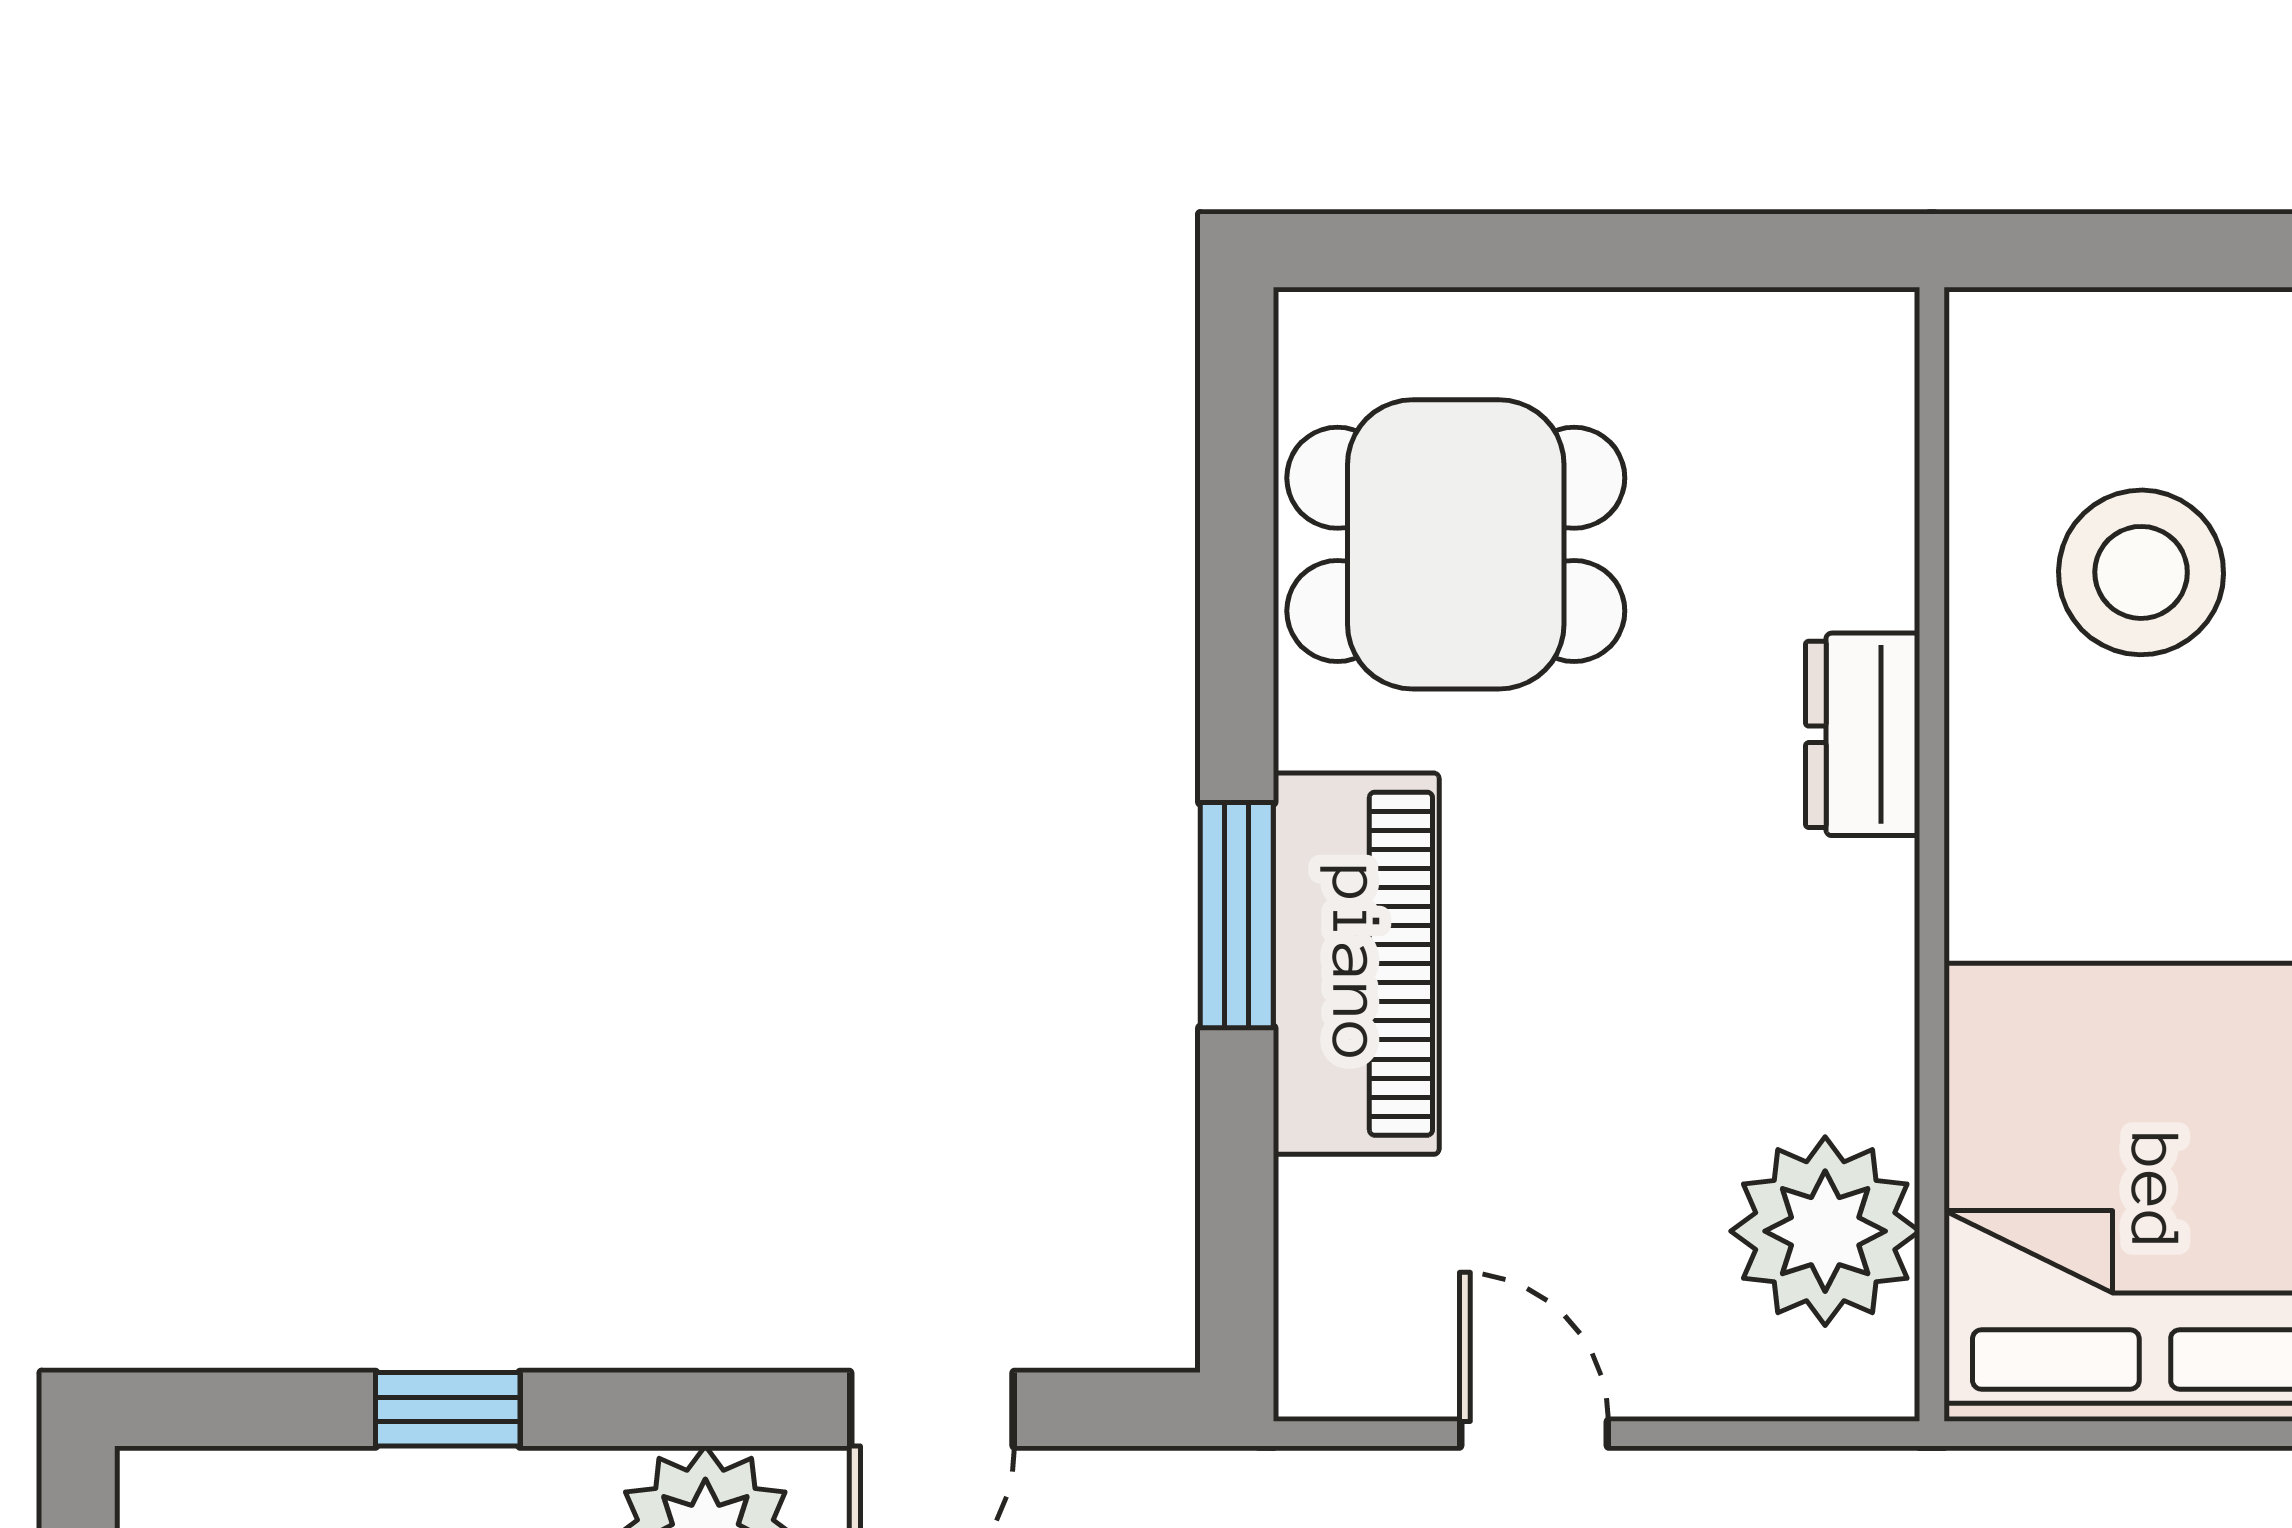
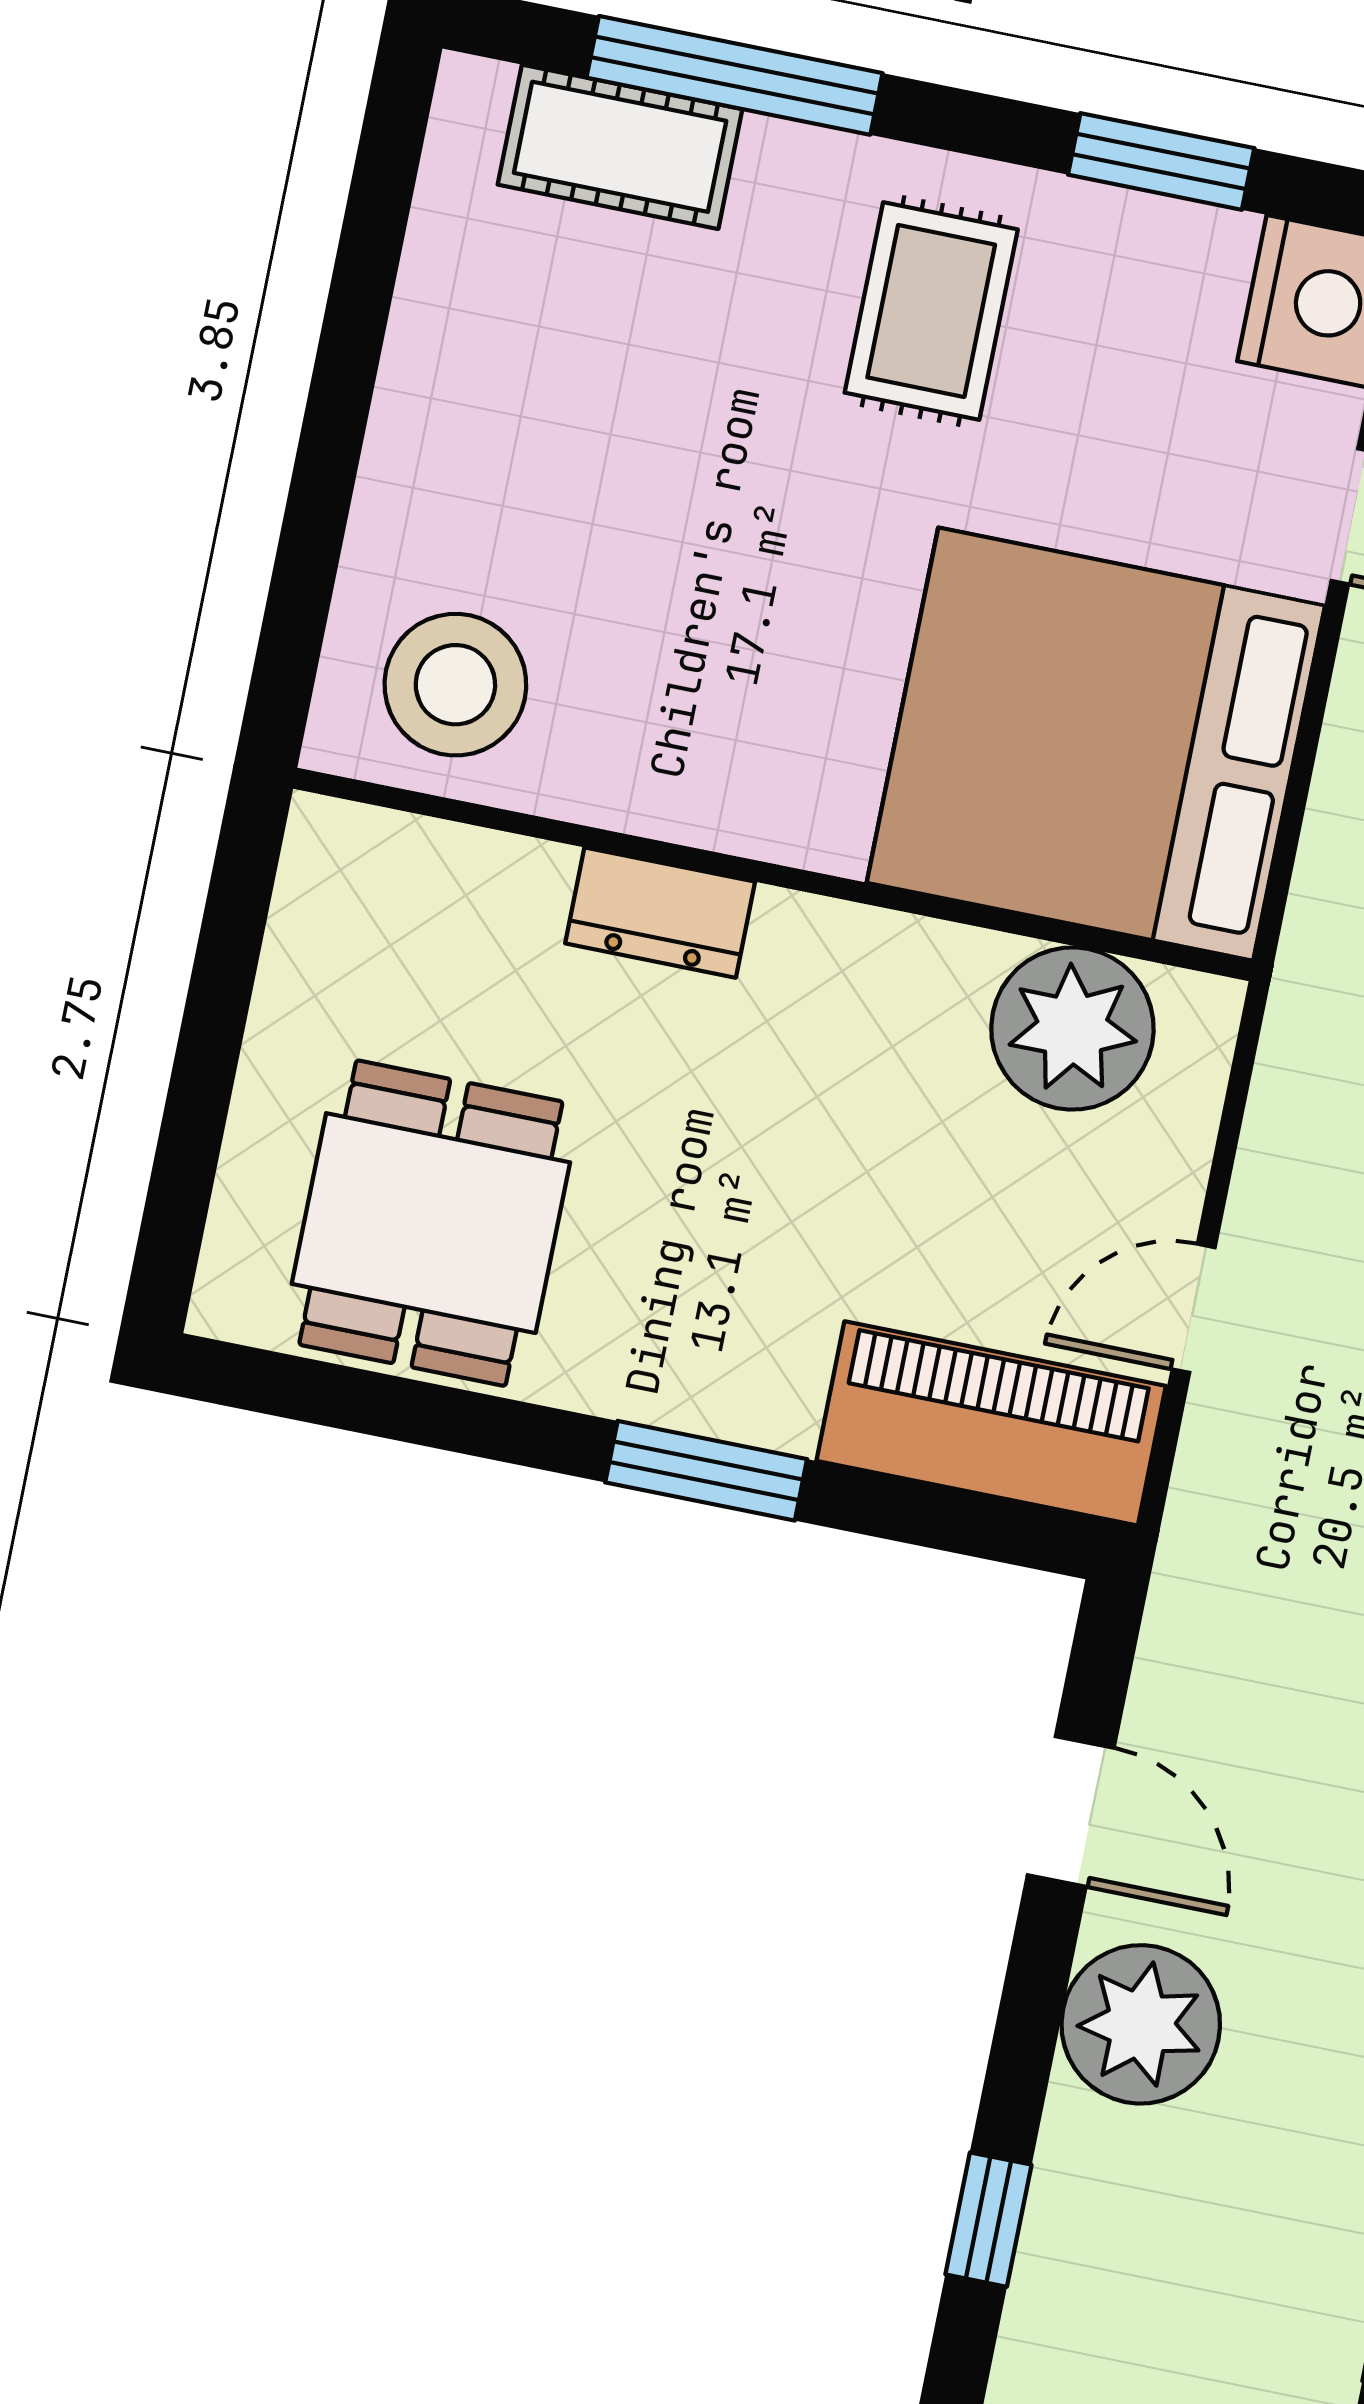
stool: (2141, 572) -> (455, 685), moved
piano: (1356, 964) -> (991, 1423), moved

